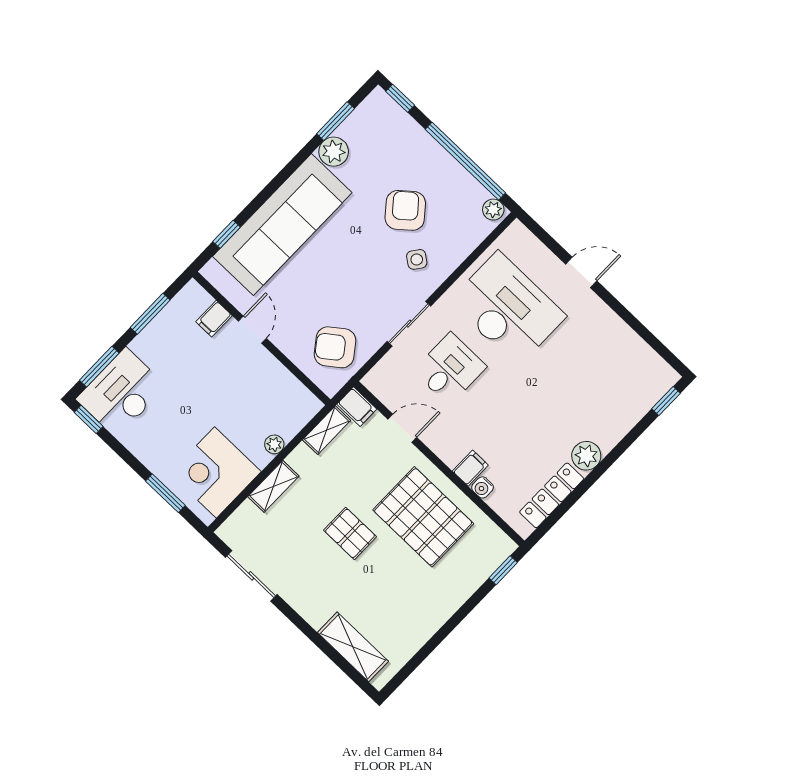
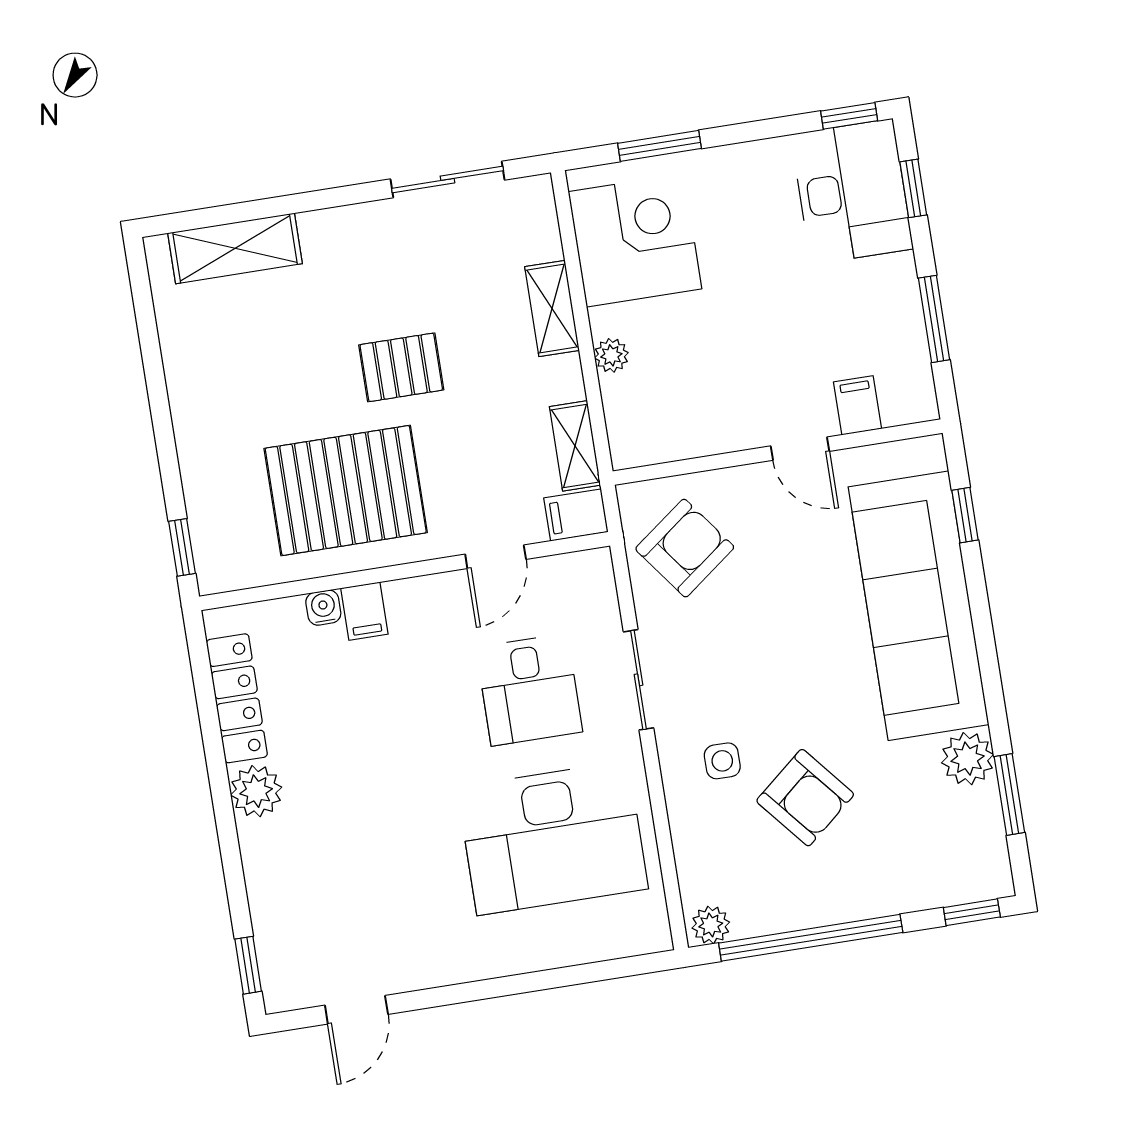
side table: (417, 259) -> (722, 761), turned -36
door: (581, 272) -> (356, 1010), moved
window: (99, 367) -> (913, 188), width x0.67

